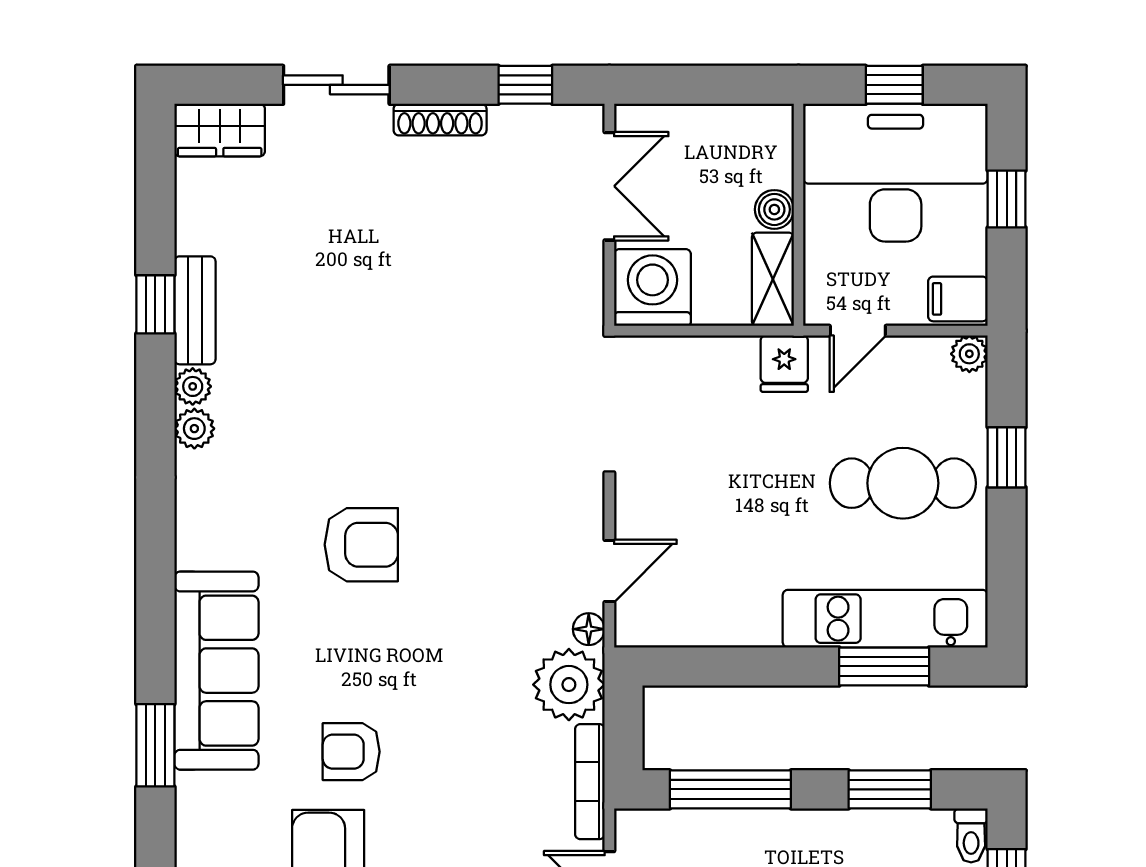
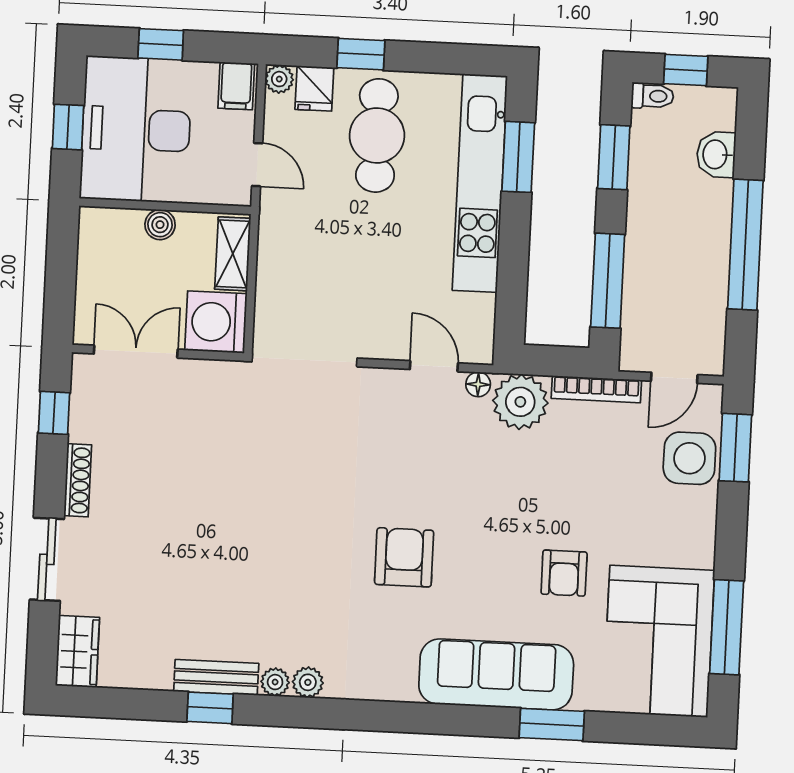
shelving: (773, 279) -> (233, 254), moved, turned 90
fridge: (784, 364) -> (314, 88), moved, turned 90
kitchen unit: (885, 619) -> (480, 183), width x1.36

